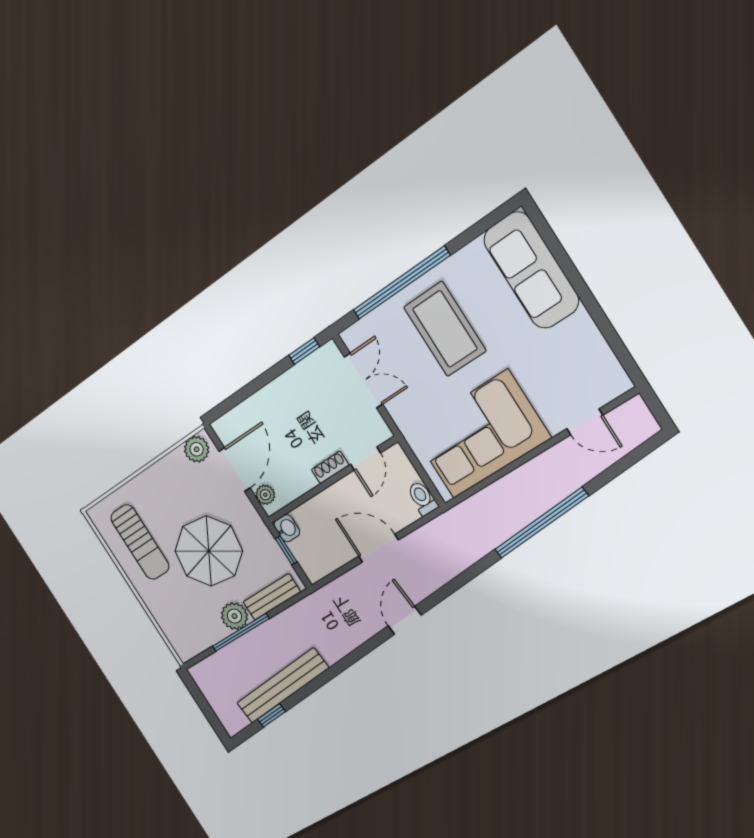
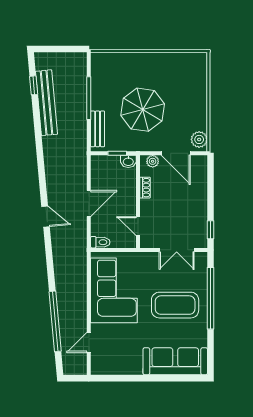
shoe rack: (330, 467) -> (145, 188), moved
window: (541, 523) -> (55, 321), moved
sun lounger: (140, 542) -> (171, 73), removed
plant: (234, 616) -> (100, 101), removed
door: (405, 620) -> (46, 217), moved

